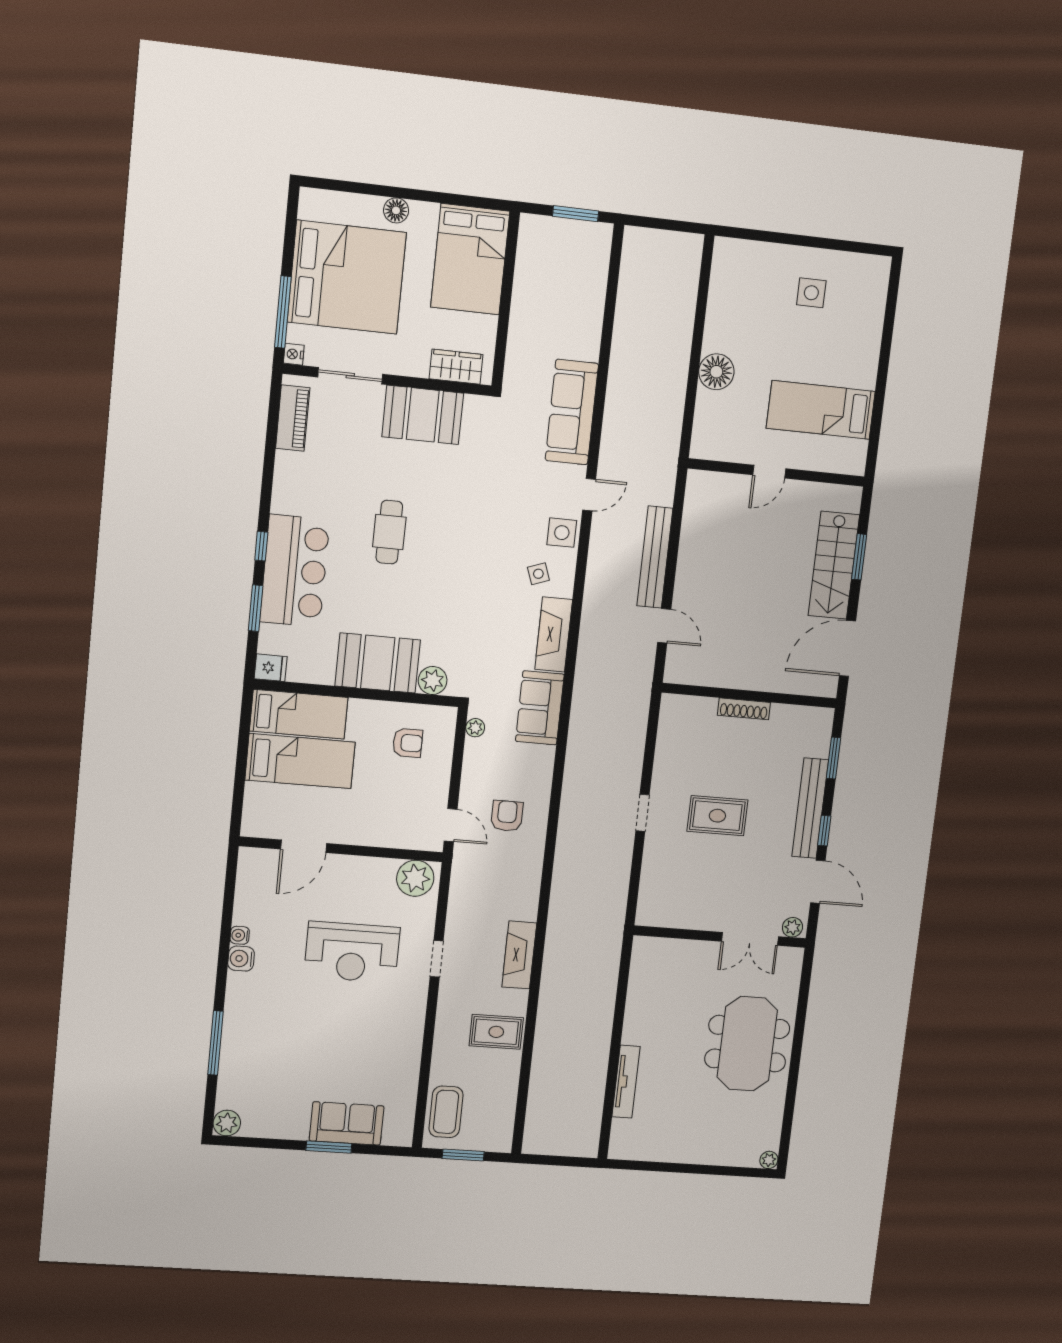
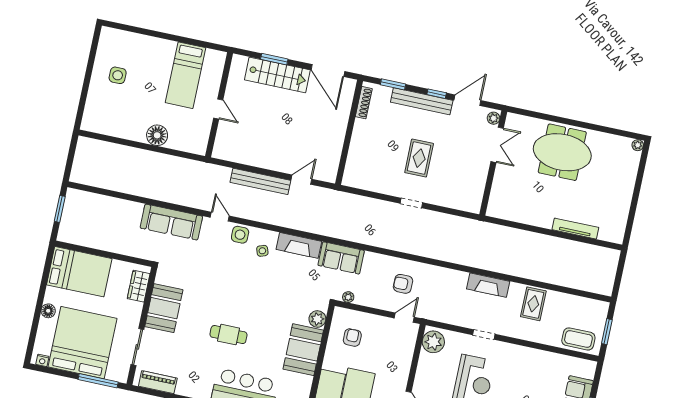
nightstand: (294, 354) -> (42, 360), moved
shoe rack: (744, 709) -> (364, 103), moved

